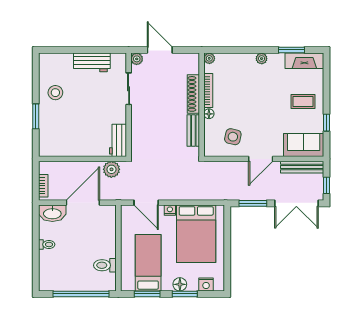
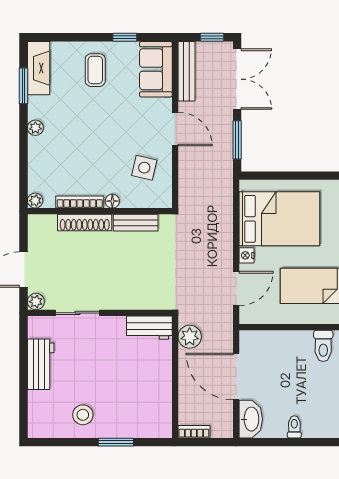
bookcase: (43, 186) -> (194, 432), moved

